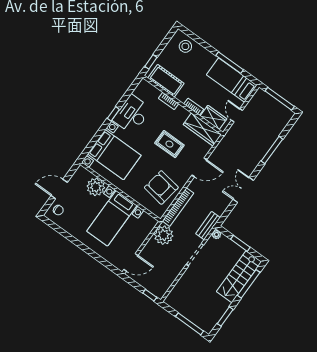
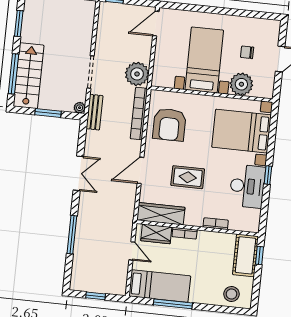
cot: (166, 81) -> (246, 255), moved, turned 90
window: (280, 99) -> (96, 296), width x0.46
armchair: (161, 187) -> (169, 125), turned 81
chair: (58, 210) -> (247, 52), moved

